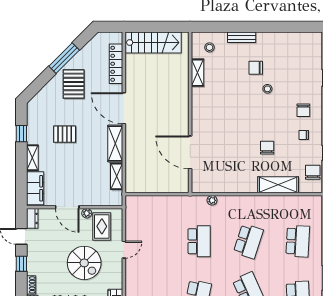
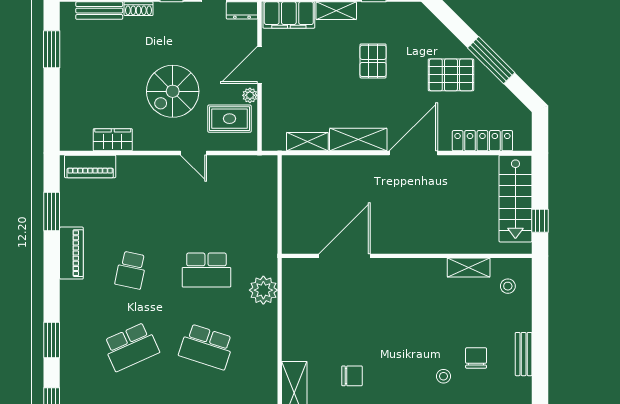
window: (167, 27) -> (540, 221), added
bench: (242, 37) -> (524, 354), moved
plant: (212, 200) -> (263, 290), width x1.88, depth x1.88

